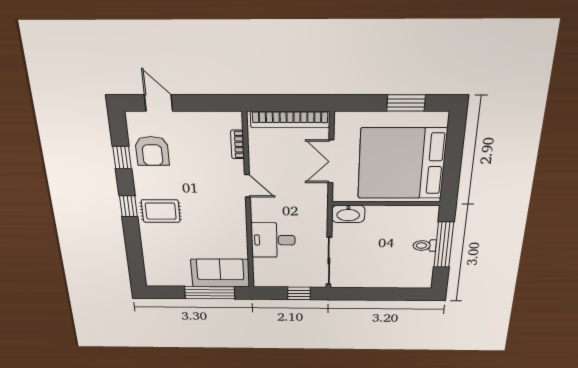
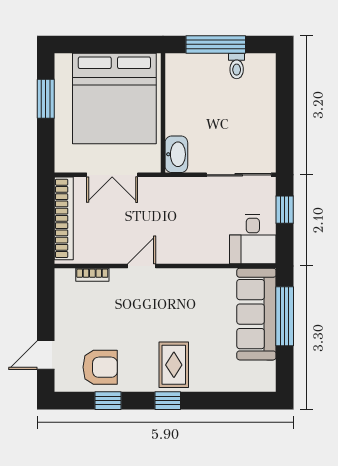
desk: (273, 240) -> (253, 239), moved
toilet: (425, 246) -> (237, 66), moved
sofa: (220, 273) -> (256, 314), width x1.36

